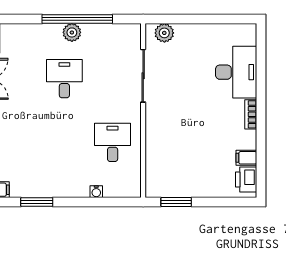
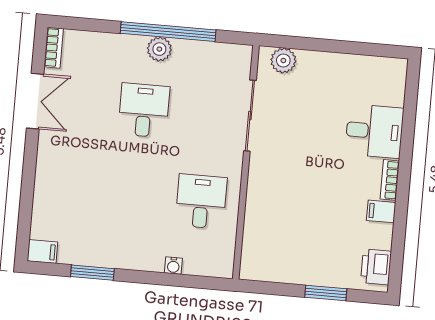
desk: (236, 72) -> (374, 131), width x0.73
filing cabinet: (246, 158) -> (381, 211), moved
window: (176, 202) -> (326, 293), moved

